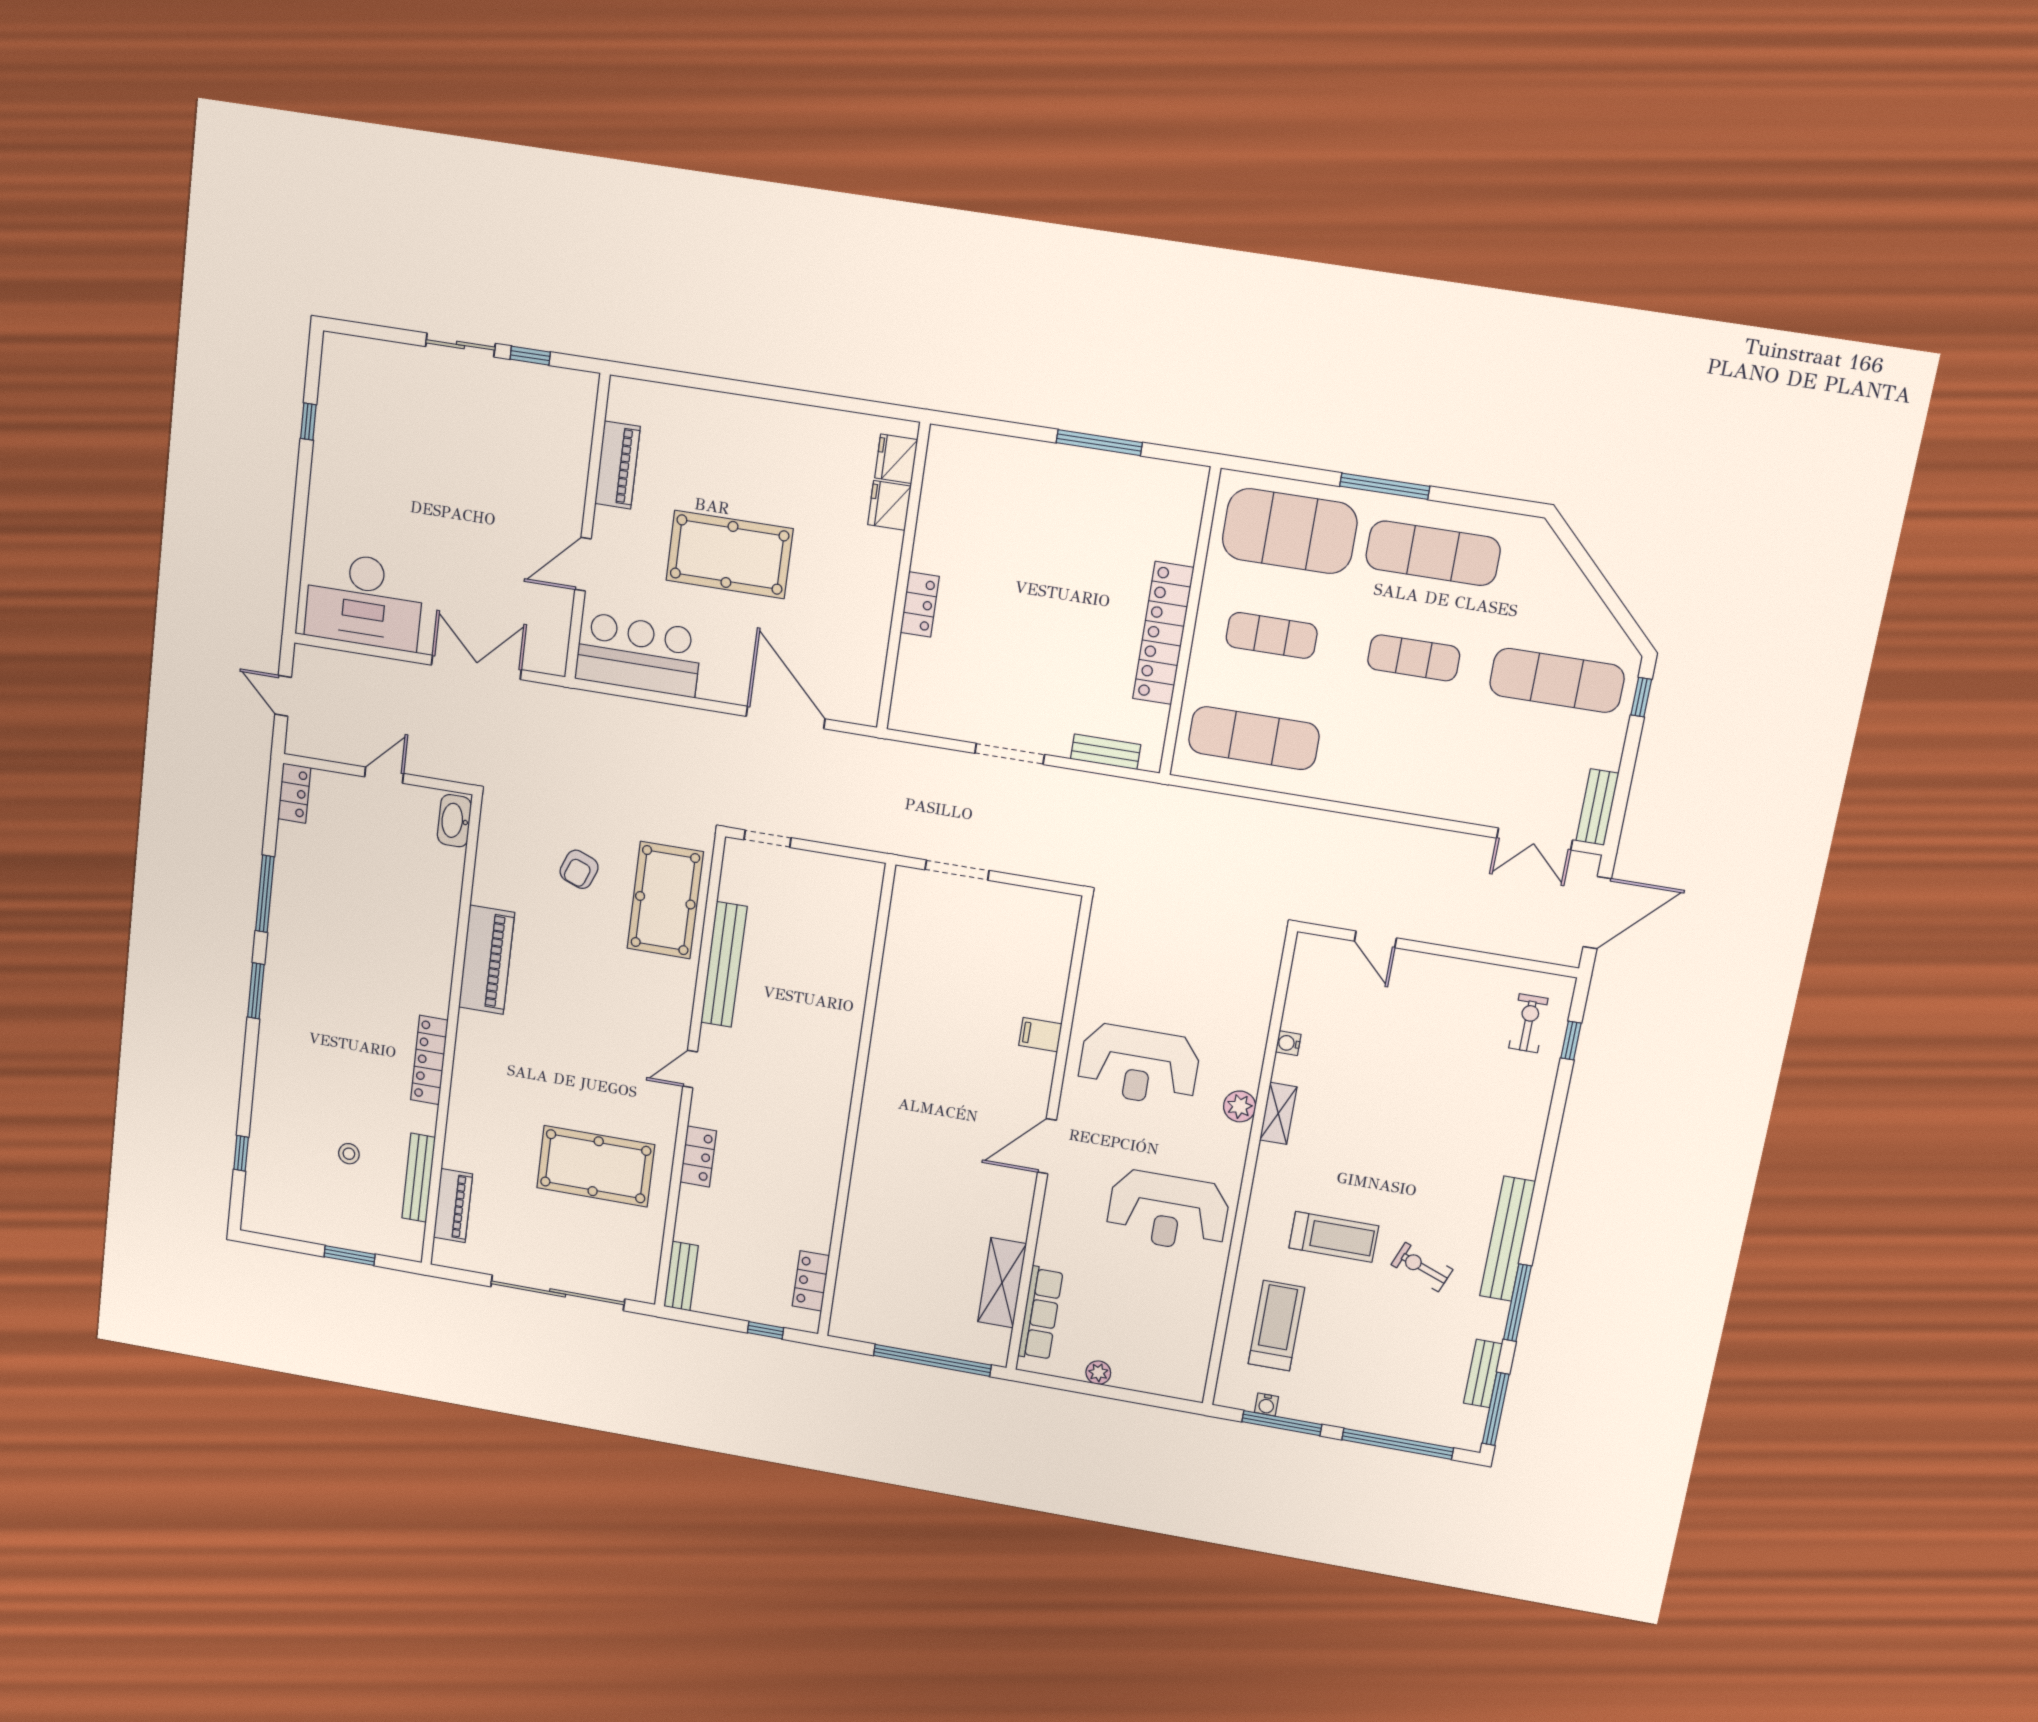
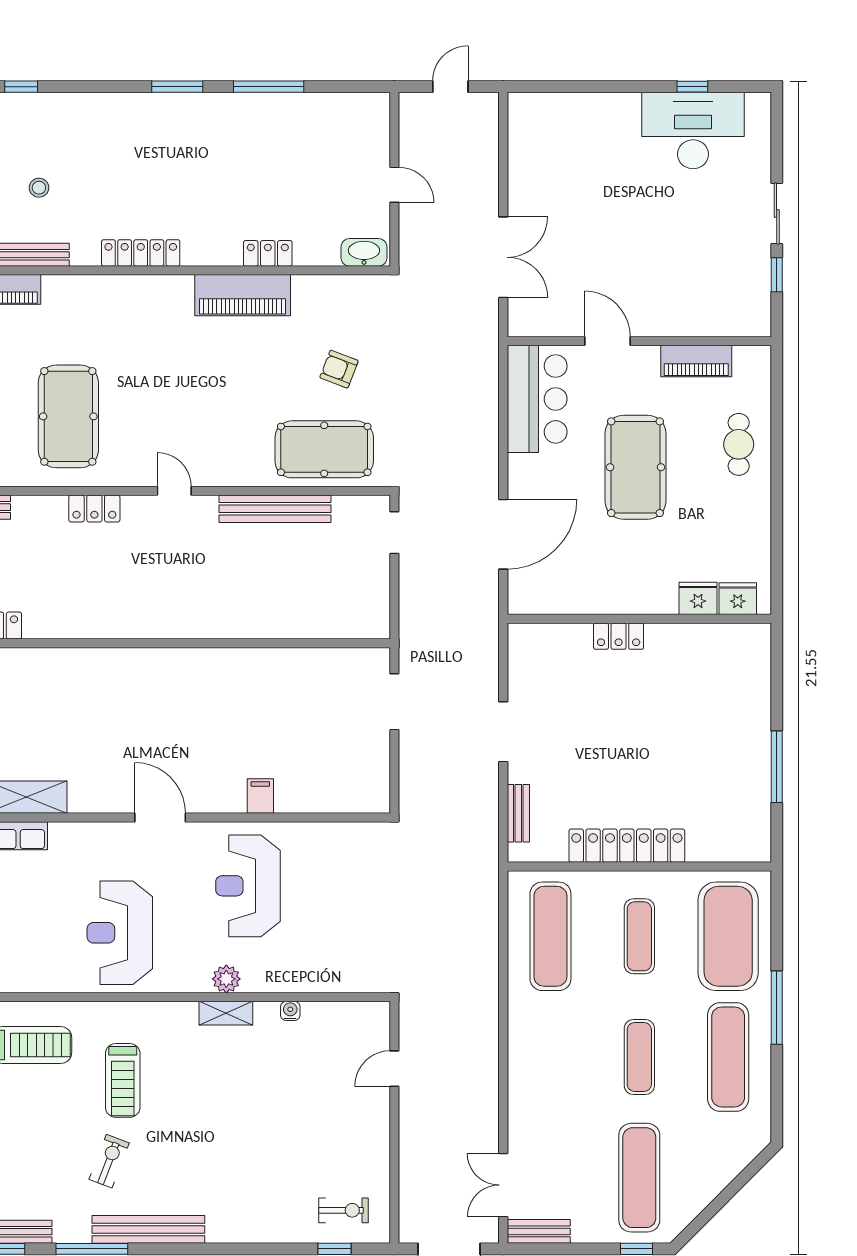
cafe table: (719, 430) -> (739, 444), added
desk: (364, 601) -> (693, 130), moved, turned 90
locker: (294, 793) -> (268, 253), moved, turned 180

